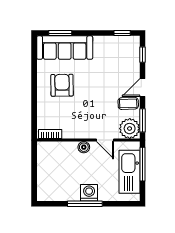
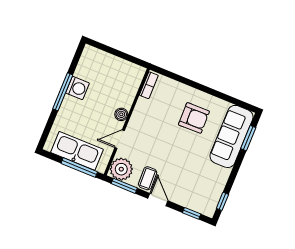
washing machine: (89, 193) -> (77, 88), moved

